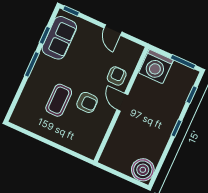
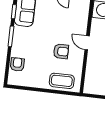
armchair: (117, 76) -> (17, 64), moved
coffee table: (59, 100) -> (62, 81), moved, turned 90

